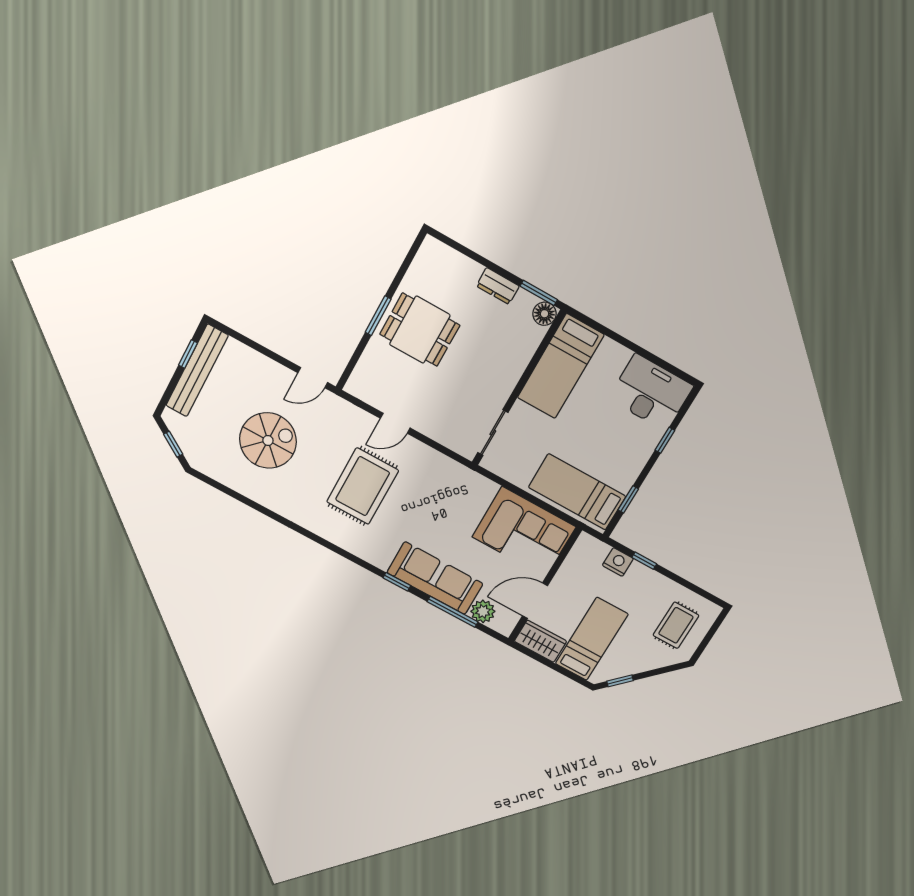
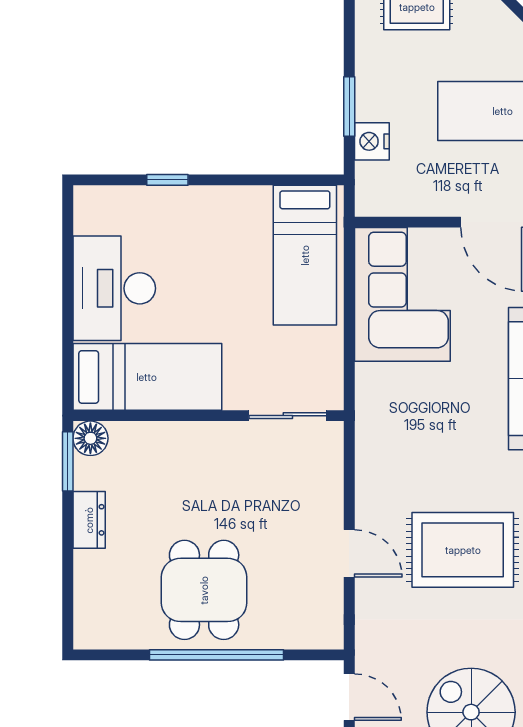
window: (378, 316) -> (217, 655), width x2.11
desk: (651, 392) -> (114, 288), moved
window: (628, 499) -> (276, 180), removed
window: (644, 561) -> (349, 106), width x1.50

